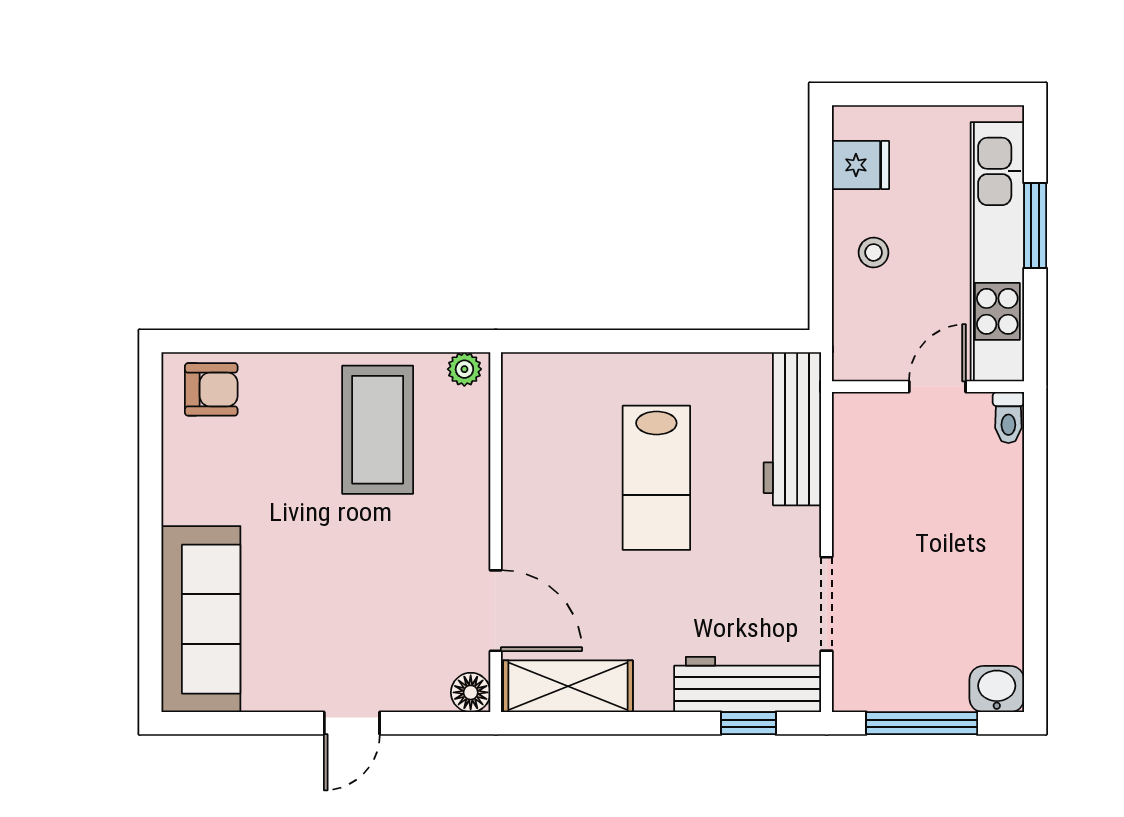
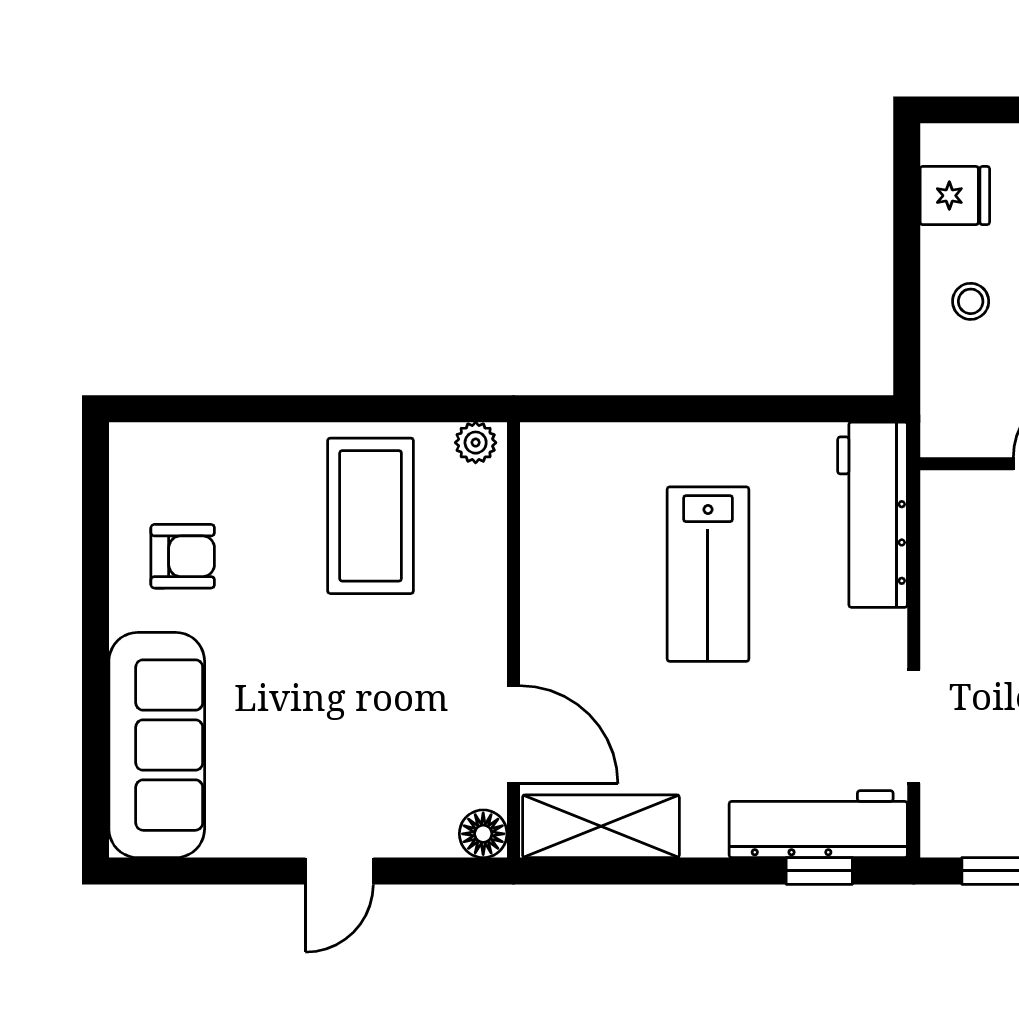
armchair: (211, 389) -> (183, 556), moved

